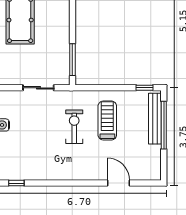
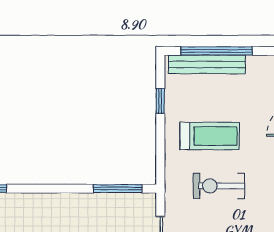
window: (144, 88) -> (160, 101), moved
treadmill: (107, 121) -> (210, 136), turned 180

